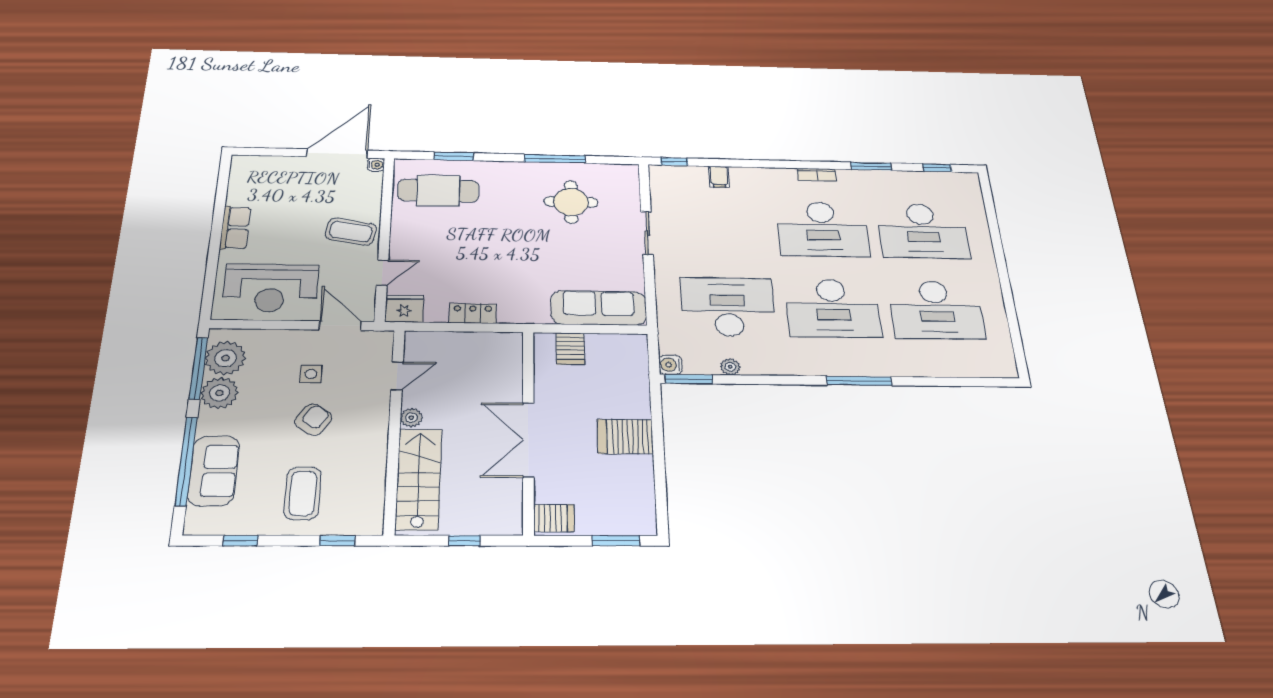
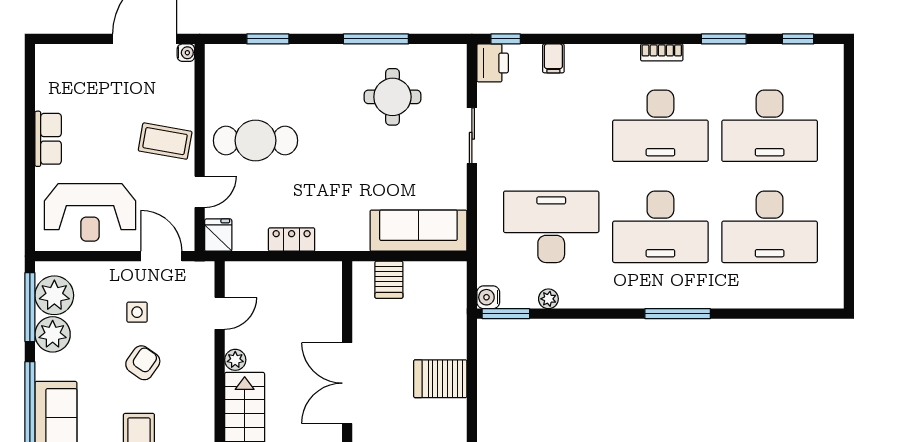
printer: (663, 179) -> (493, 63), added
cafe table: (438, 191) -> (256, 140), moved
fridge: (404, 309) -> (218, 235), width x0.72

